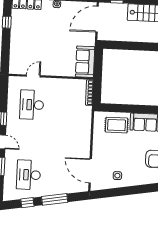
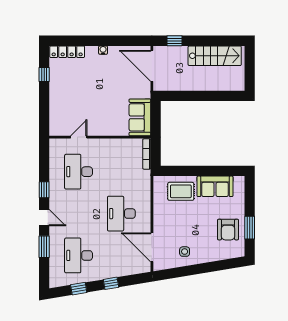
door: (97, 19) -> (152, 66), hinge flipped
desk: (66, 141) -> (121, 214), added
window: (55, 199) -> (111, 283), width x0.46

